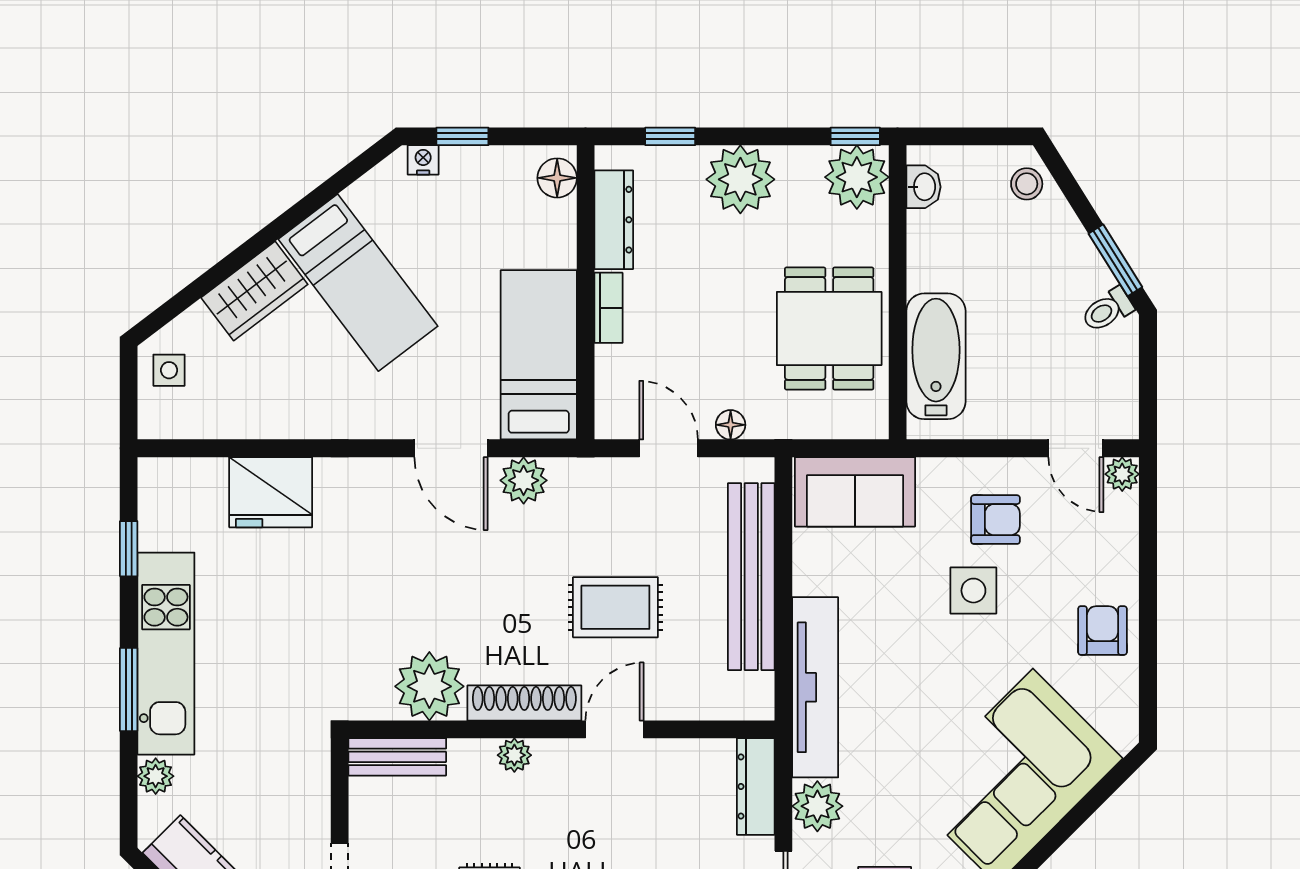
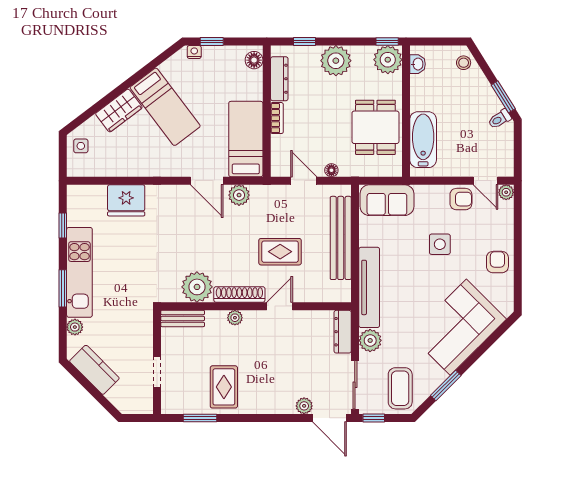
armchair: (996, 520) -> (461, 199), moved

